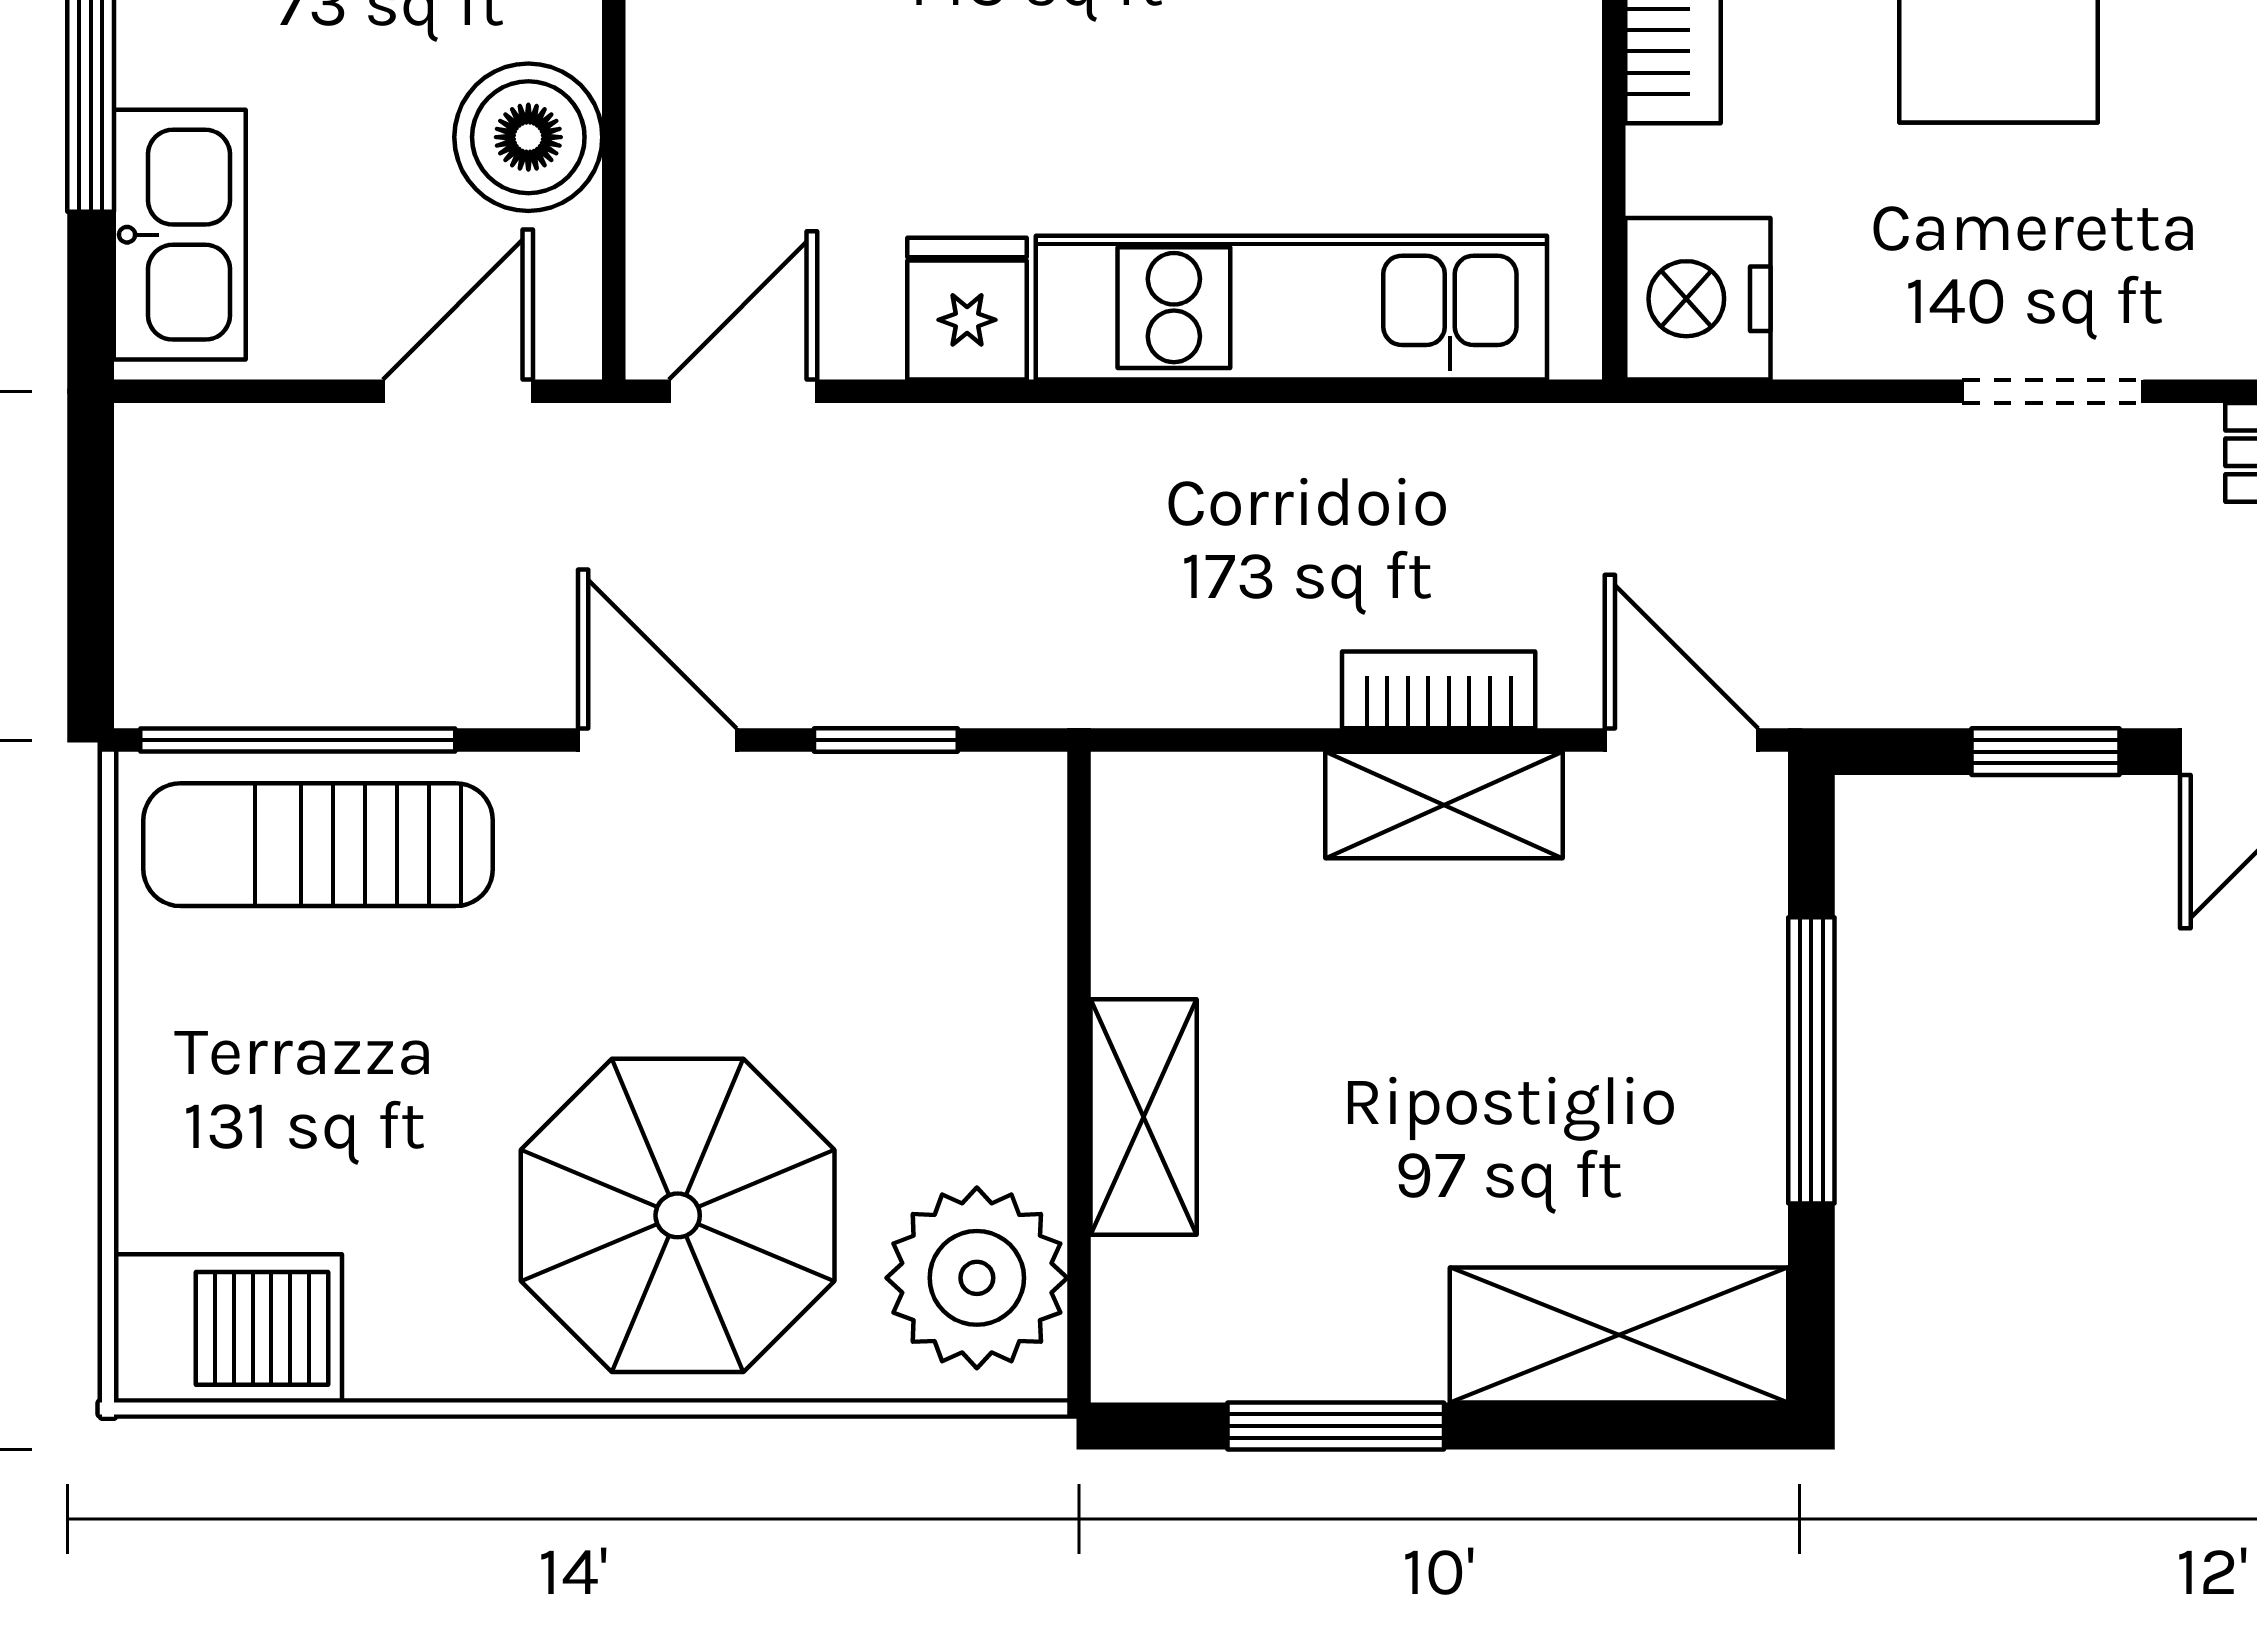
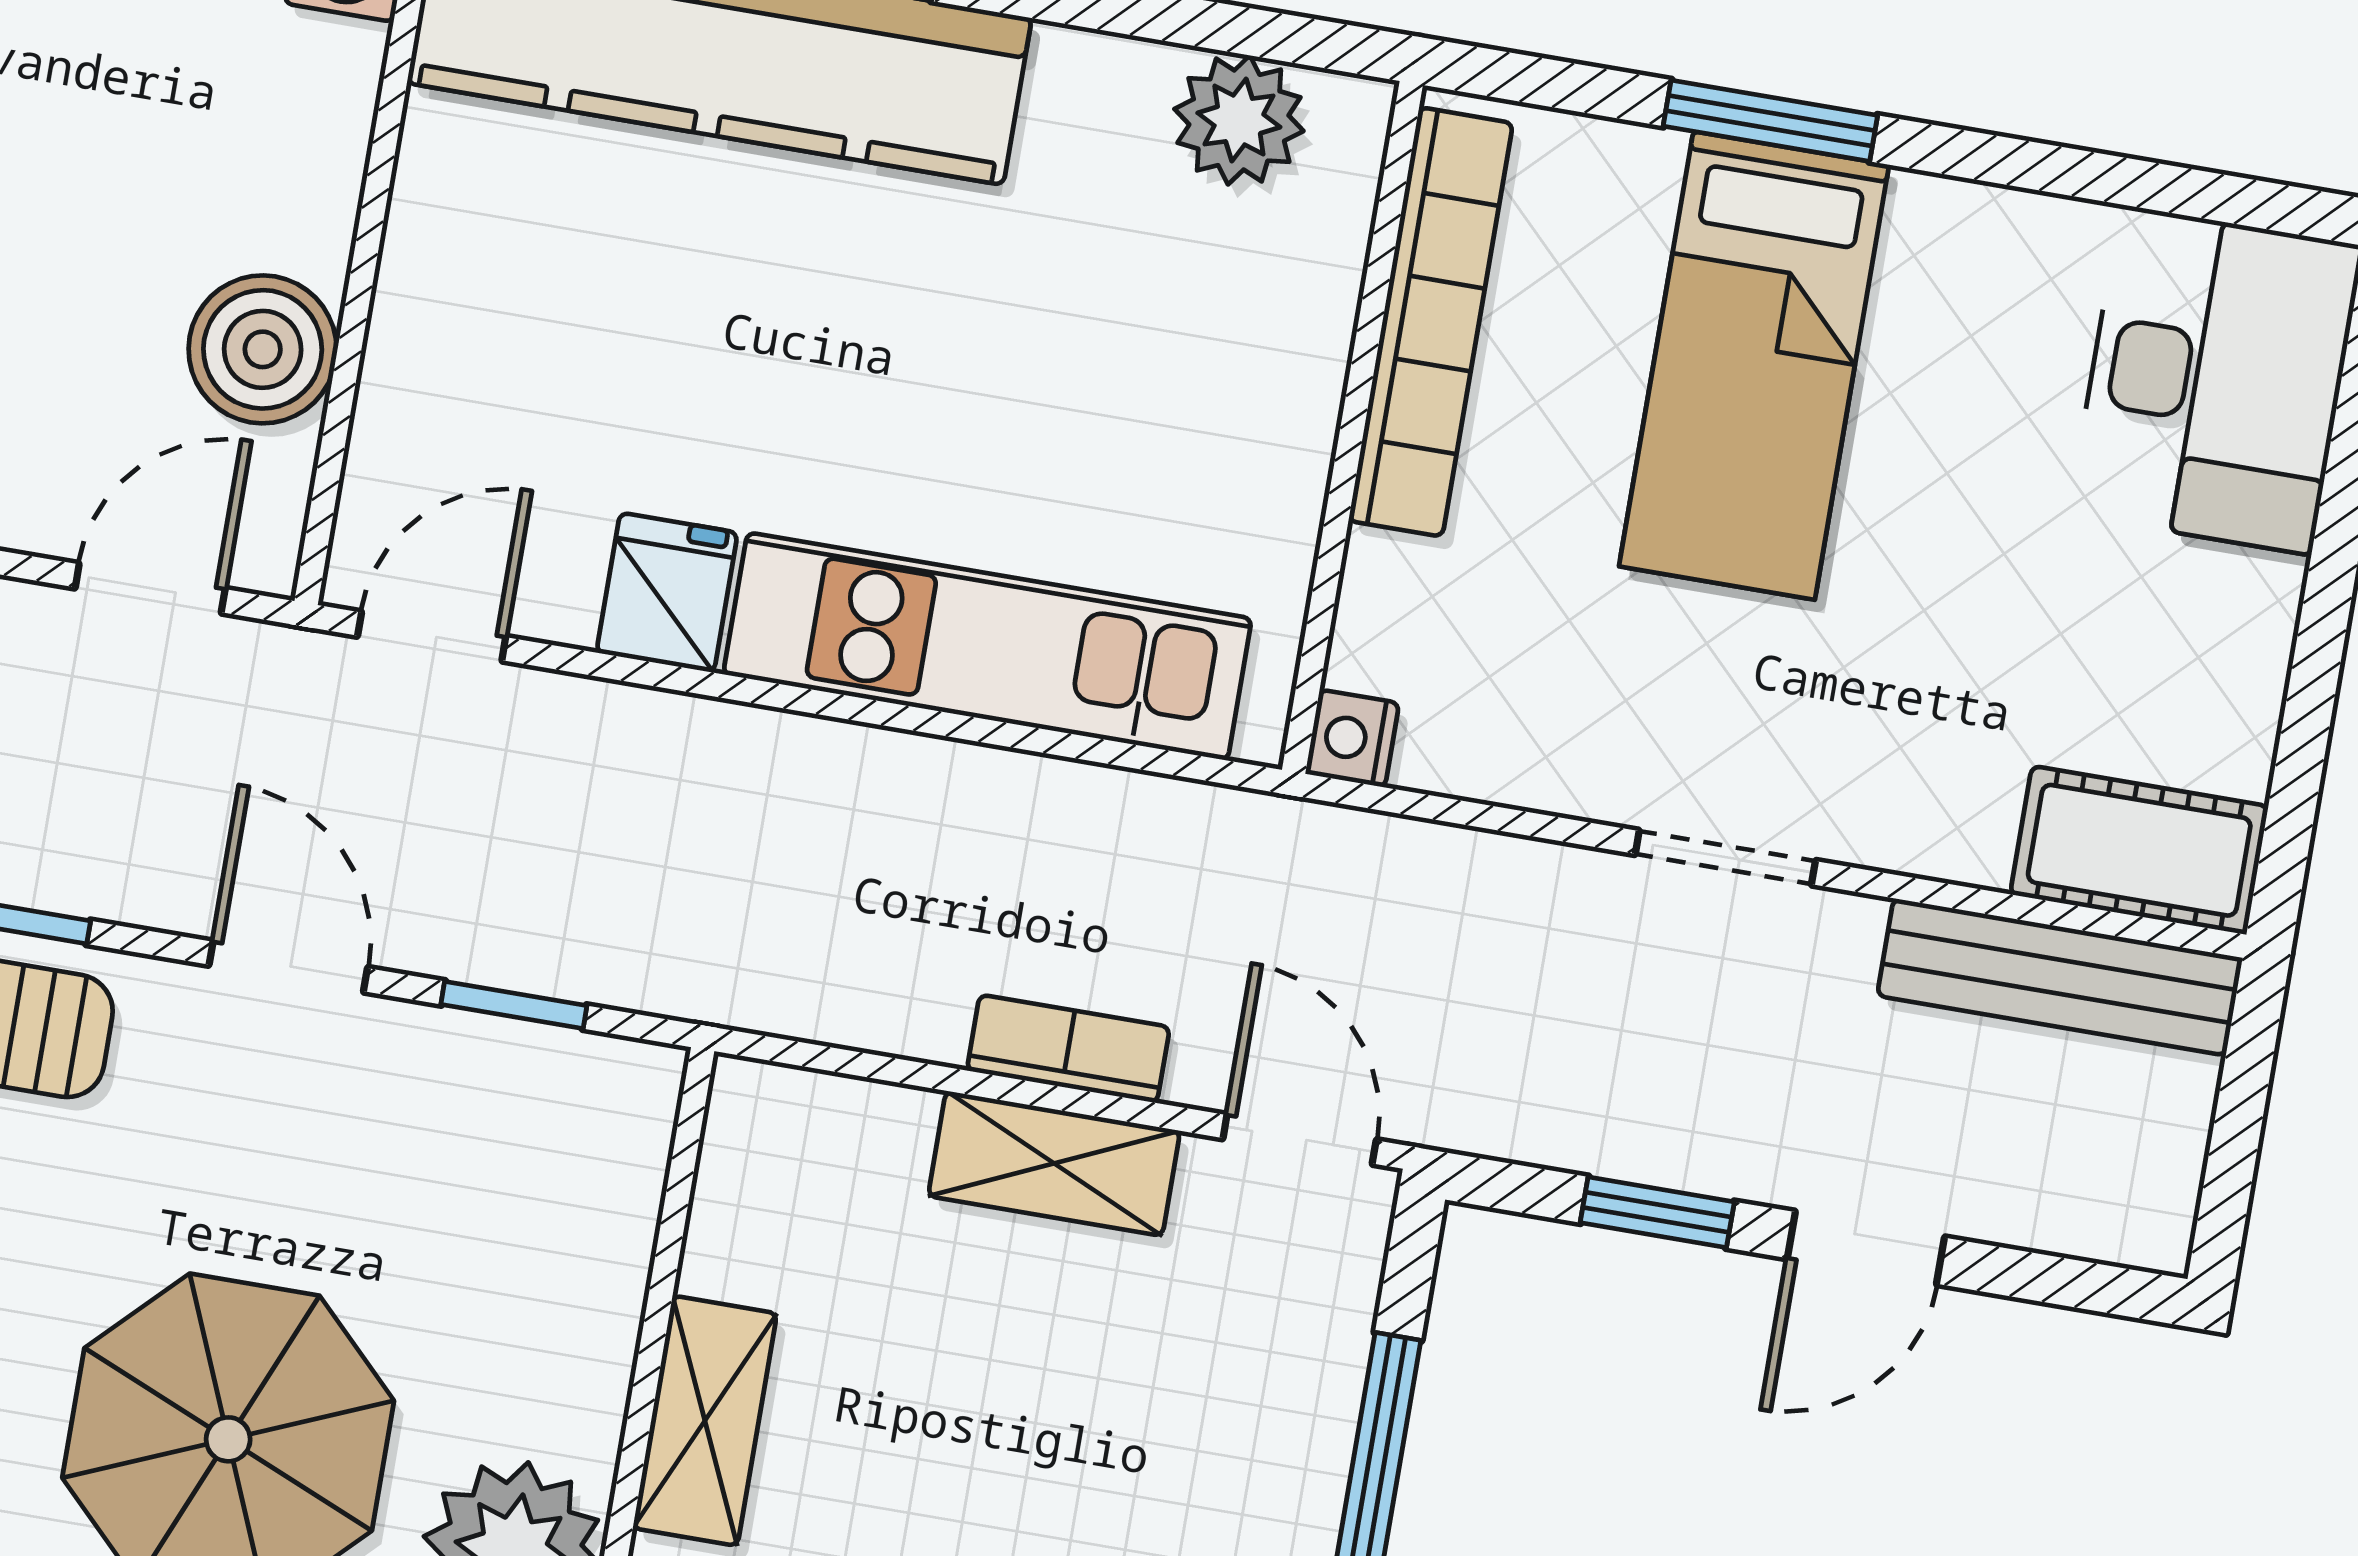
nightstand: (1698, 299) -> (1352, 738), width x0.53, depth x0.56

